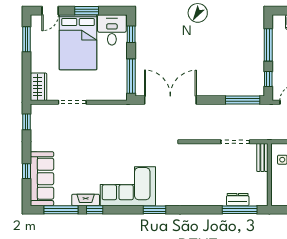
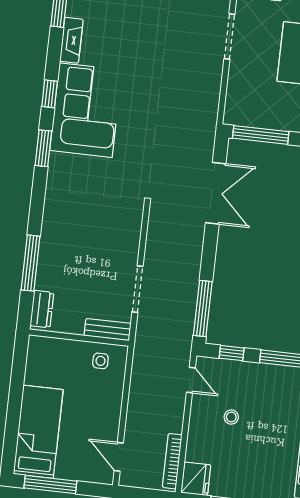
double door: (170, 100) -> (216, 193), width x0.73
dresser: (238, 200) -> (42, 309), moved
window: (95, 210) -> (50, 94), moved
window: (240, 210) -> (31, 263), moved

